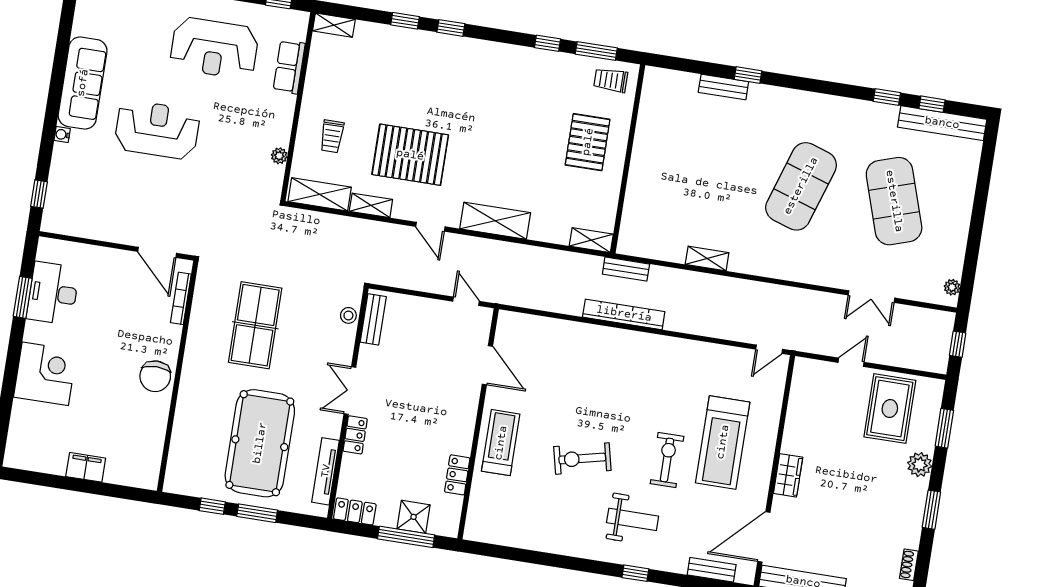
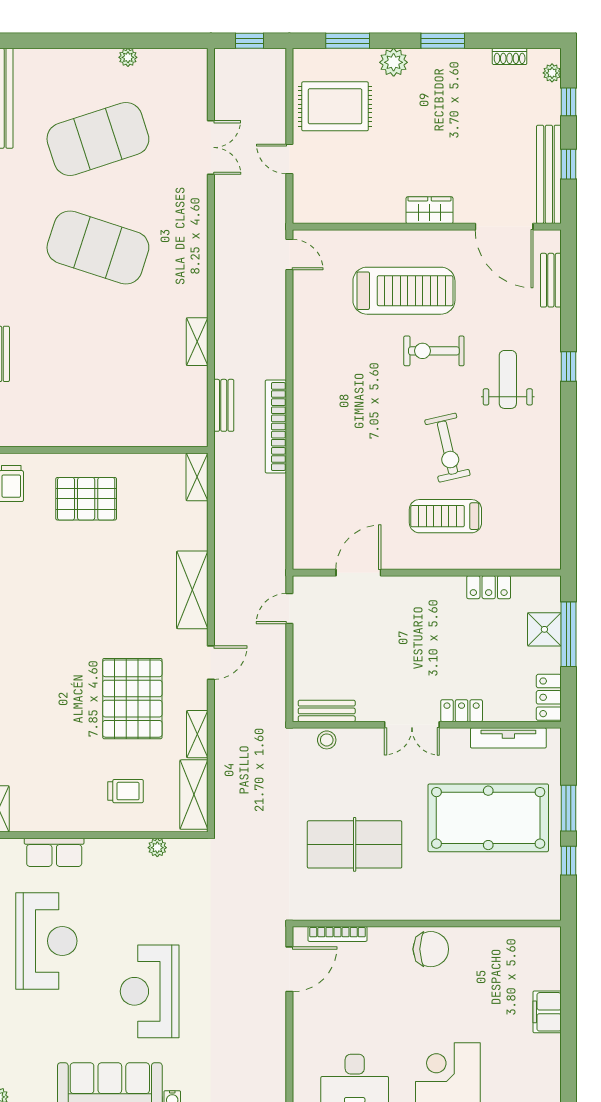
bench: (626, 269) -> (224, 405), moved
plant: (952, 287) -> (128, 57), moved
treadmill: (501, 443) -> (445, 516), moved

